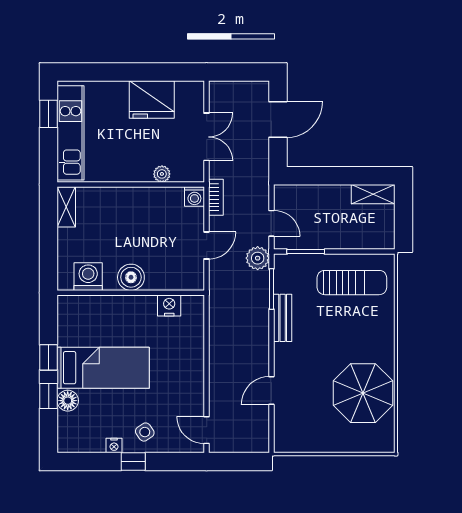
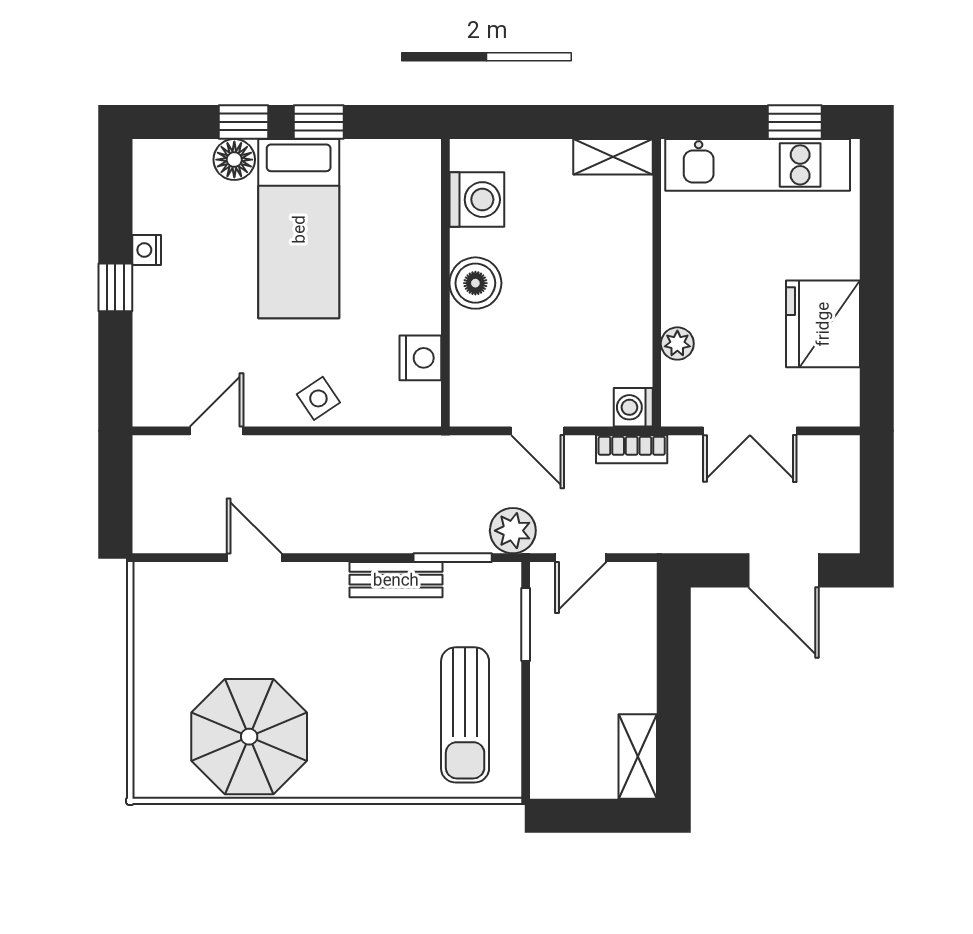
door: (207, 430) -> (217, 431), moved
side table: (145, 432) -> (318, 398), moved

